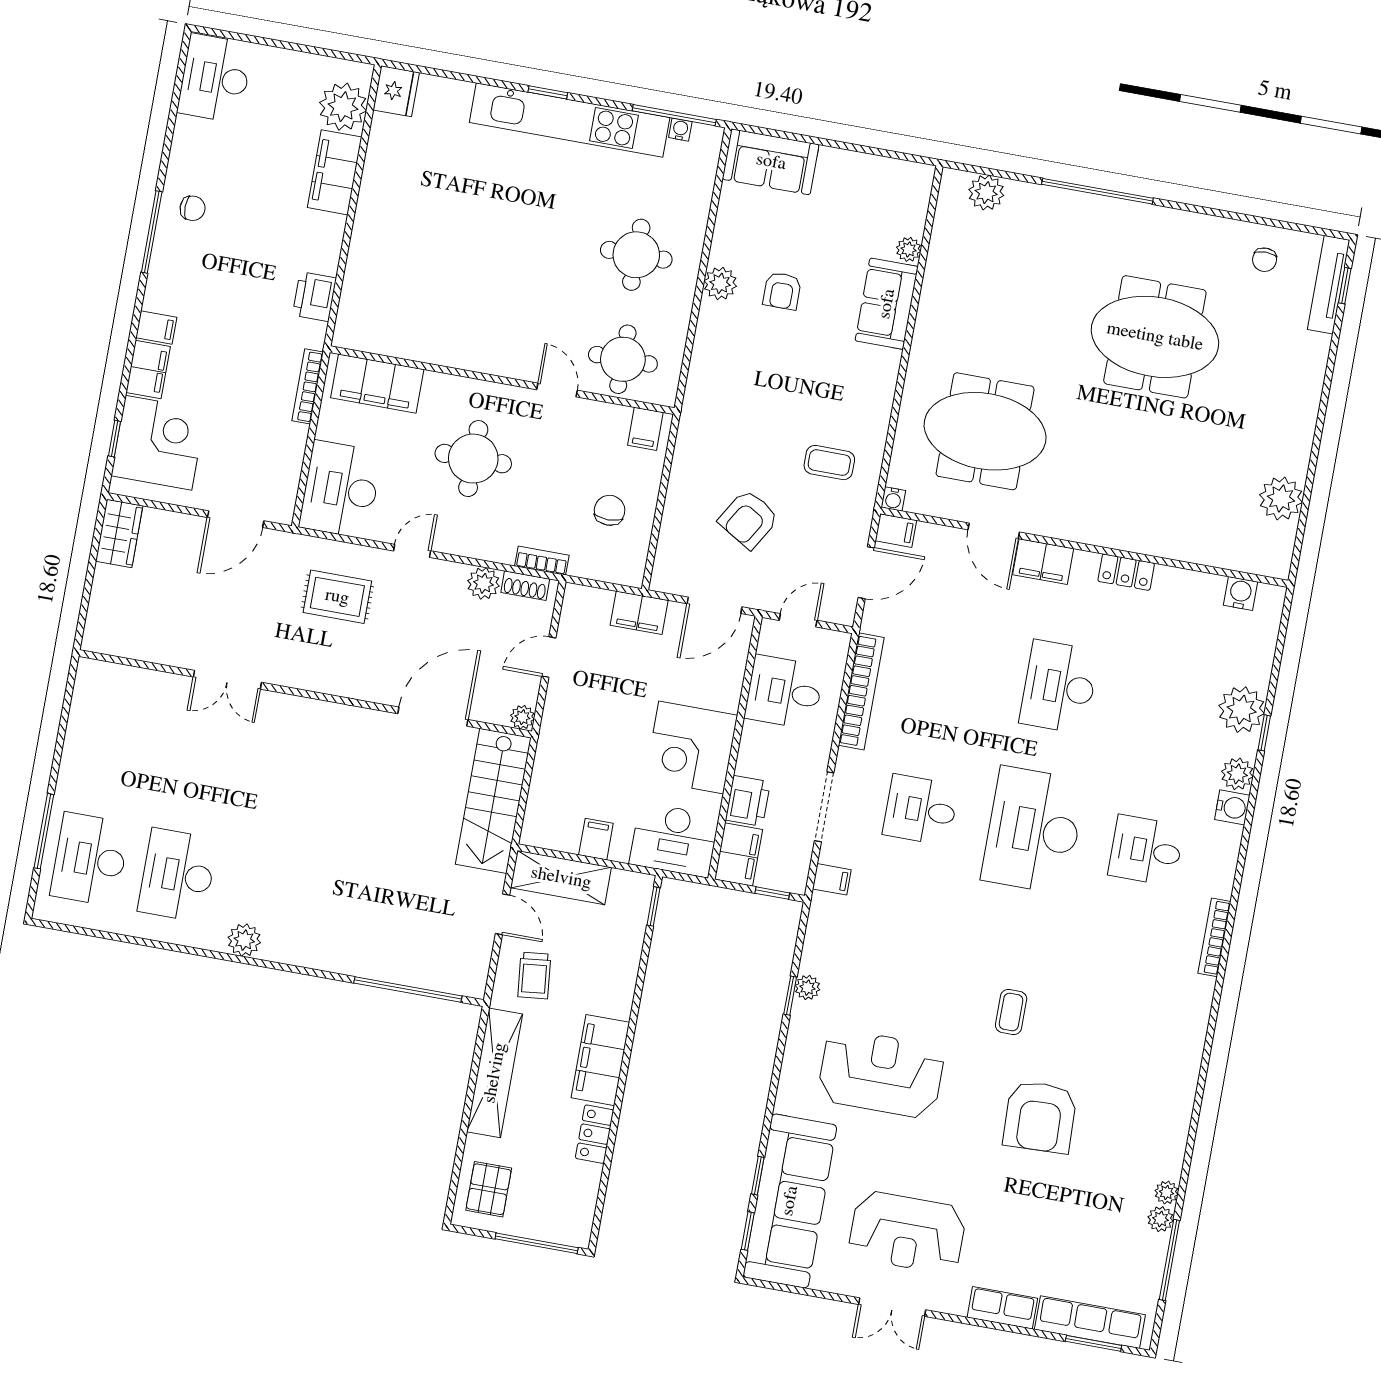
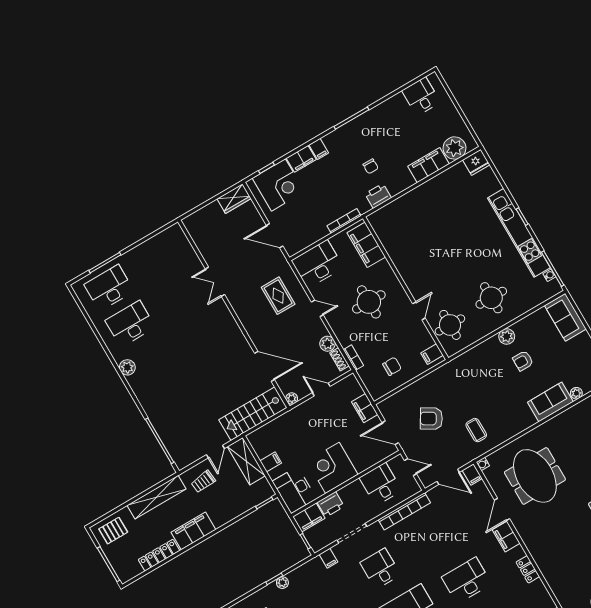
desk: (215, 78) -> (421, 96), width x0.73
chair: (193, 208) -> (371, 166), moved
locker: (595, 1134) -> (159, 555), width x1.53

